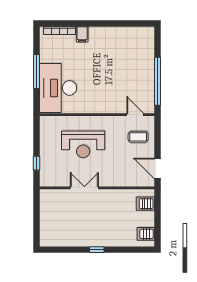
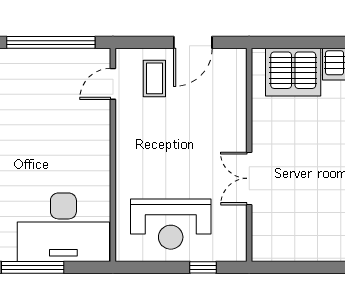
reception desk: (83, 144) -> (171, 224), moved, turned 90
door: (157, 168) -> (193, 42), moved
server rack: (145, 204) -> (293, 72), width x2.18, depth x1.44

